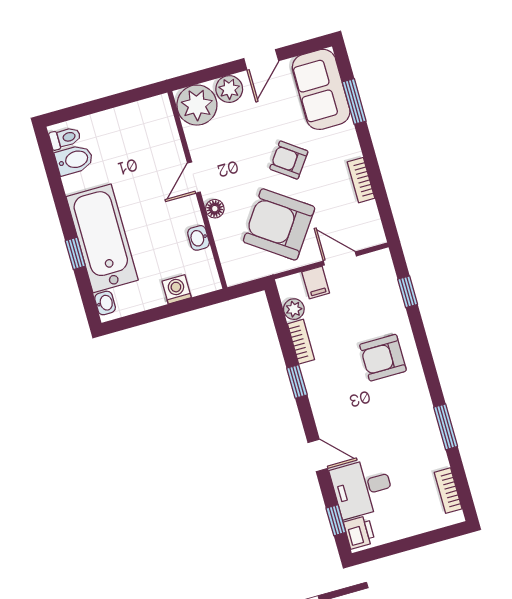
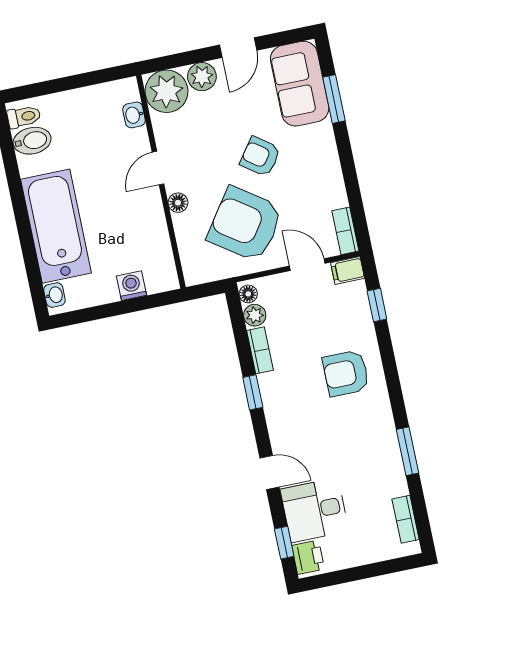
bookcase: (361, 180) -> (345, 231), moved
washbasin: (199, 238) -> (134, 115), moved
window: (75, 253) -> (26, 240), removed
filing cabinet: (316, 282) -> (348, 270), moved, turned 90
floor lamp: (286, 290) -> (248, 294), added

